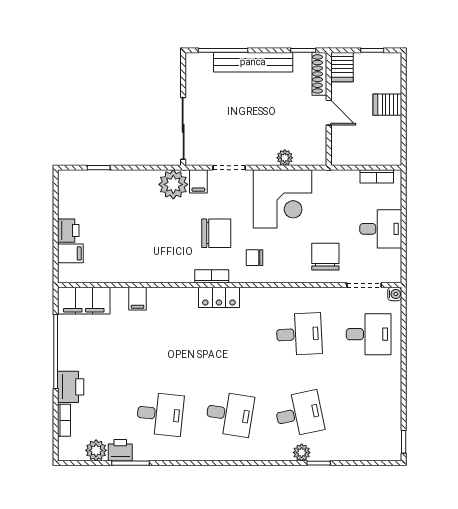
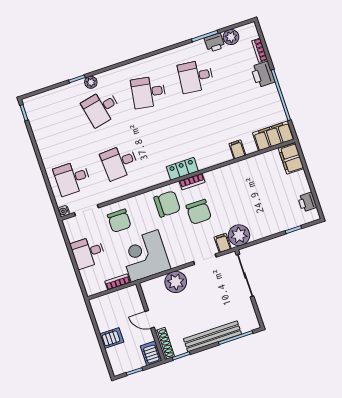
plant: (285, 158) -> (176, 282), width x1.88, depth x1.88
bookcase: (377, 176) -> (118, 282), moved
corner desk: (283, 199) -> (145, 256), moved
printer: (68, 231) -> (307, 202), moved
chair: (216, 233) -> (199, 212), turned -90
filing cabinet: (70, 253) -> (291, 158), width x2.00
chair: (254, 258) -> (167, 204), width x1.87, depth x1.87

